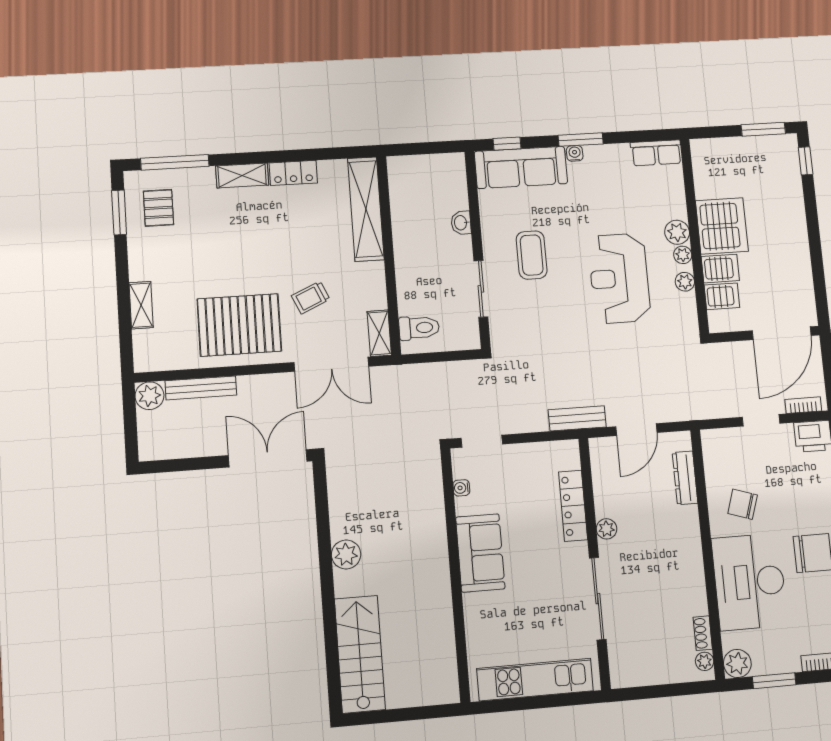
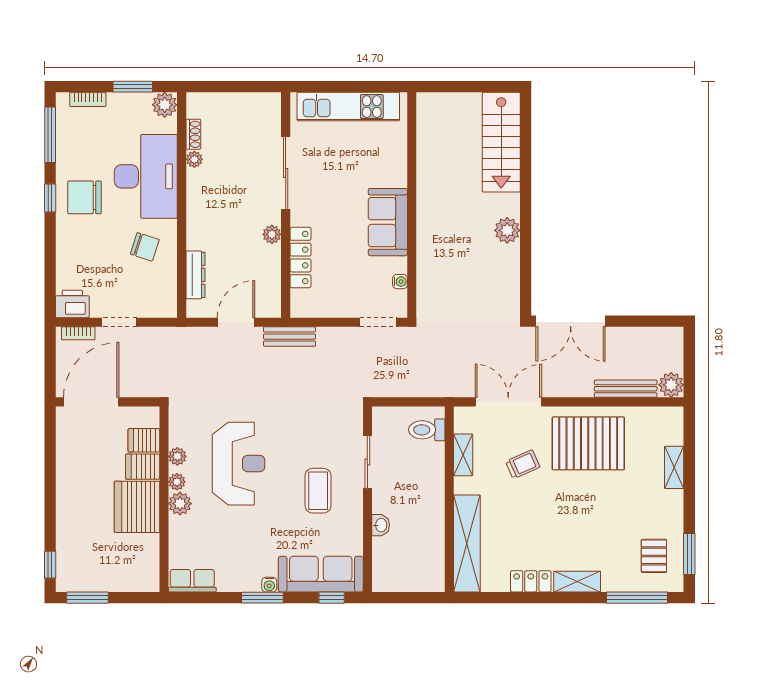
shelving: (379, 333) -> (463, 455), moved
plant: (705, 661) -> (194, 159), moved

